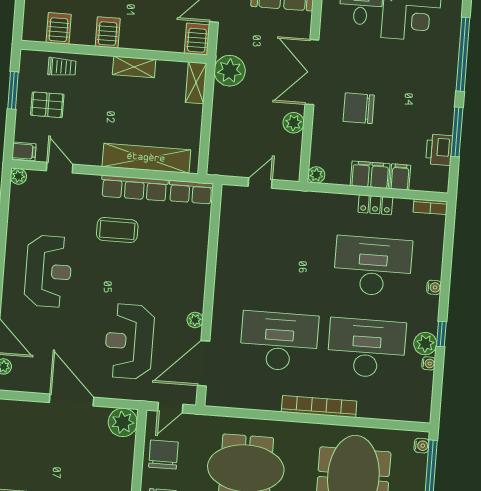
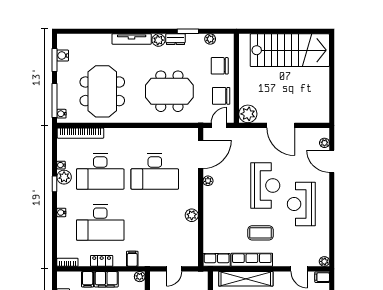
filing cabinet: (326, 204) -> (132, 259), added
plant: (225, 267) -> (192, 215), added
reception desk: (129, 341) -> (265, 185), moved
bookcase: (319, 407) -> (80, 133), moved
chair: (163, 455) -> (221, 96), turned 90

